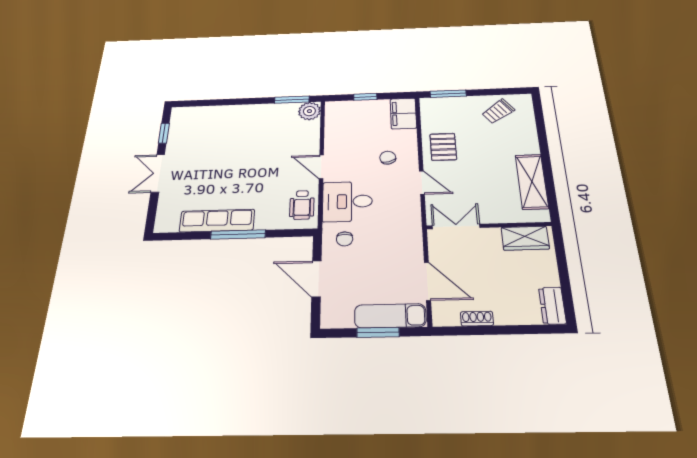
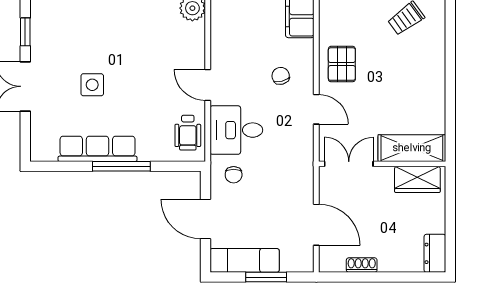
side table: (217, 170) -> (92, 85), added
shelving: (532, 182) -> (412, 148), moved, turned 90
exam couch: (390, 316) -> (245, 260), moved

